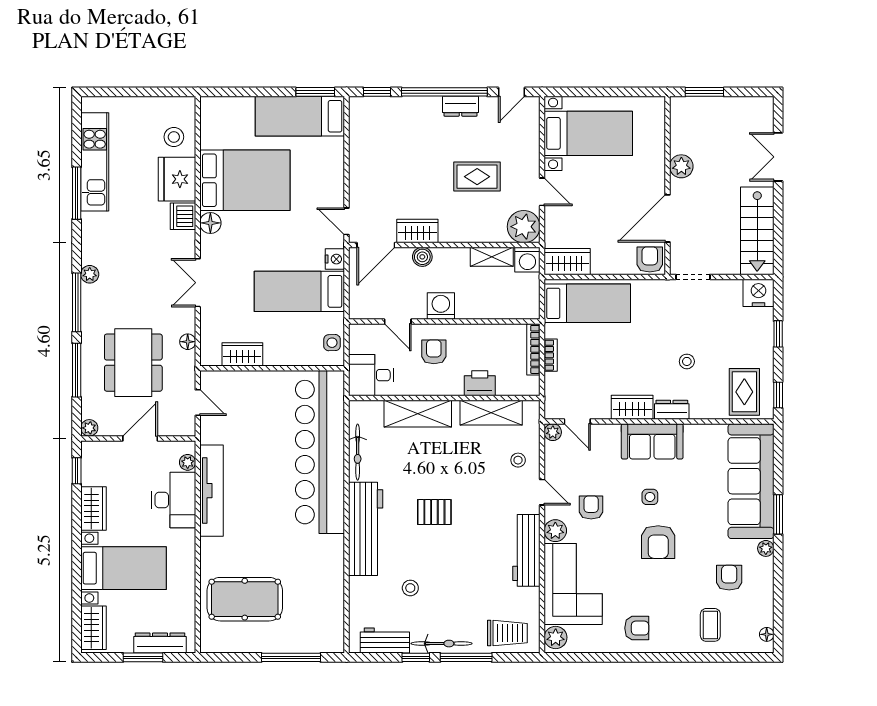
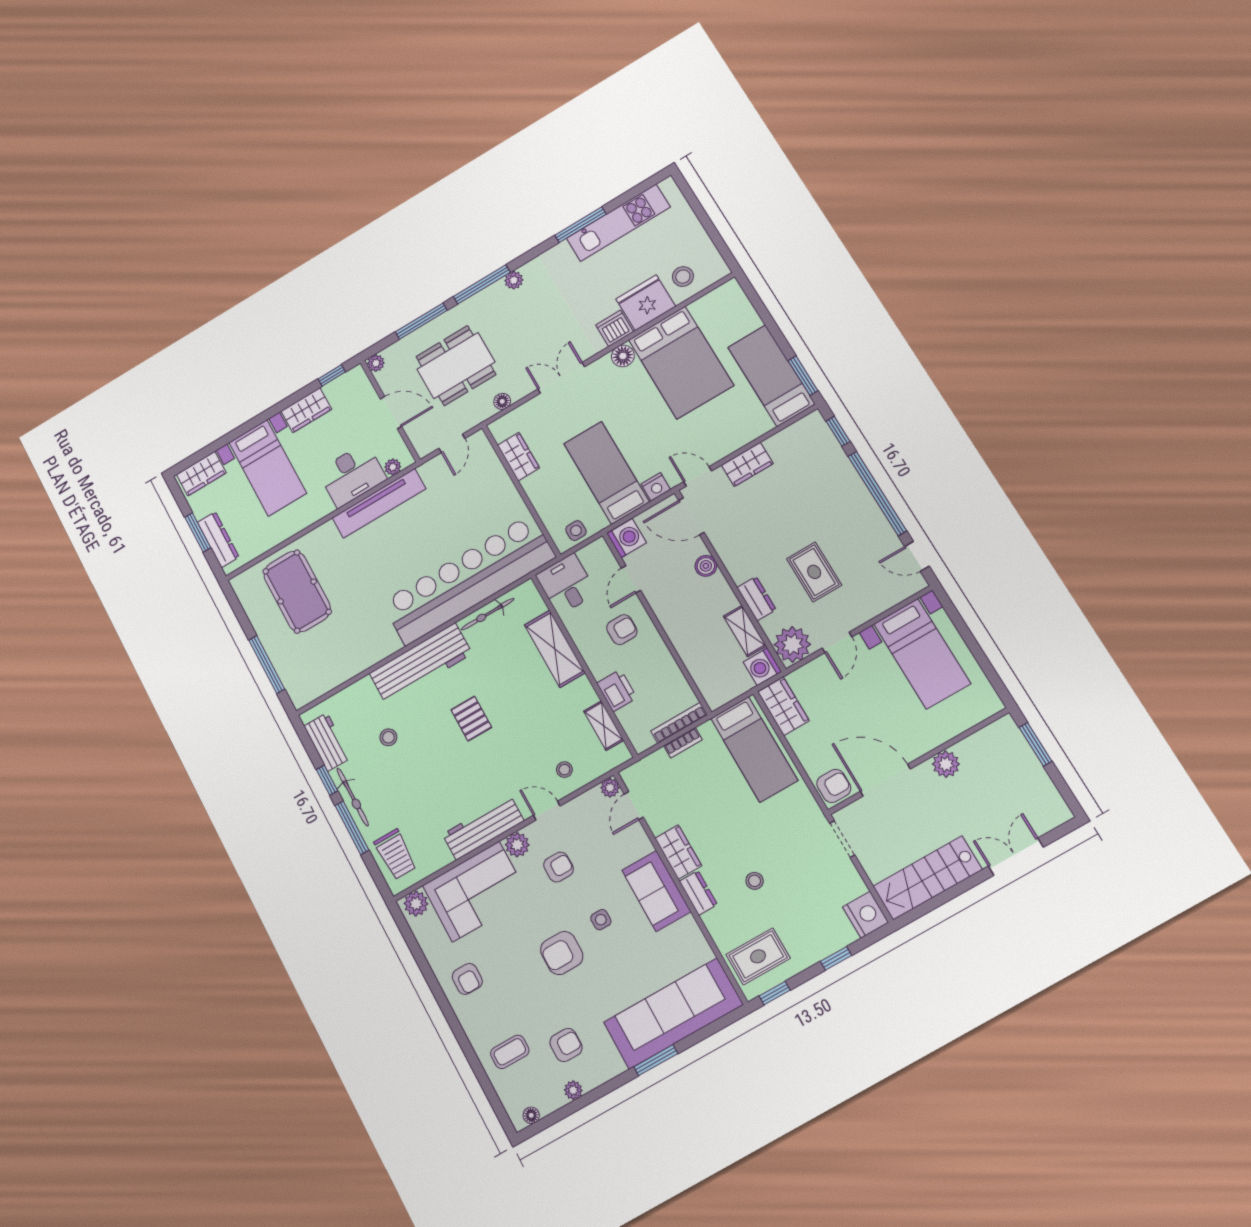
dresser: (461, 106) -> (757, 599), moved, turned 180
door: (347, 221) -> (698, 476), hinge flipped
wardrobe: (417, 231) -> (747, 464), moved, turned 90
washing machine: (441, 306) -> (627, 538), moved
shelving: (491, 413) -> (604, 726), width x0.67, depth x0.75
door: (542, 492) -> (547, 811), swing flipped
plant: (766, 548) -> (573, 1090), moved

